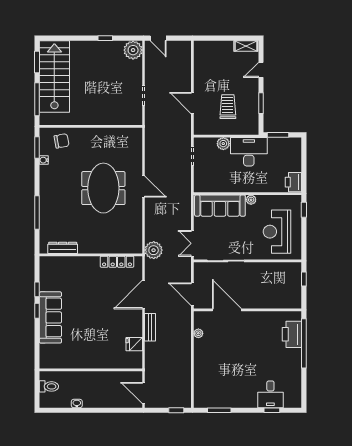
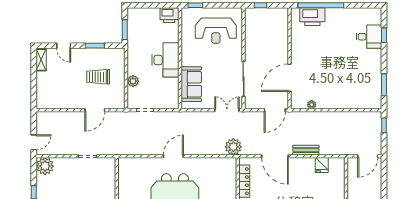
desk: (249, 152) -> (165, 60), moved, turned 180
plant: (251, 200) -> (186, 55), removed
sofa: (220, 206) -> (191, 84), width x0.73
double door: (192, 243) -> (227, 110), swing flipped

